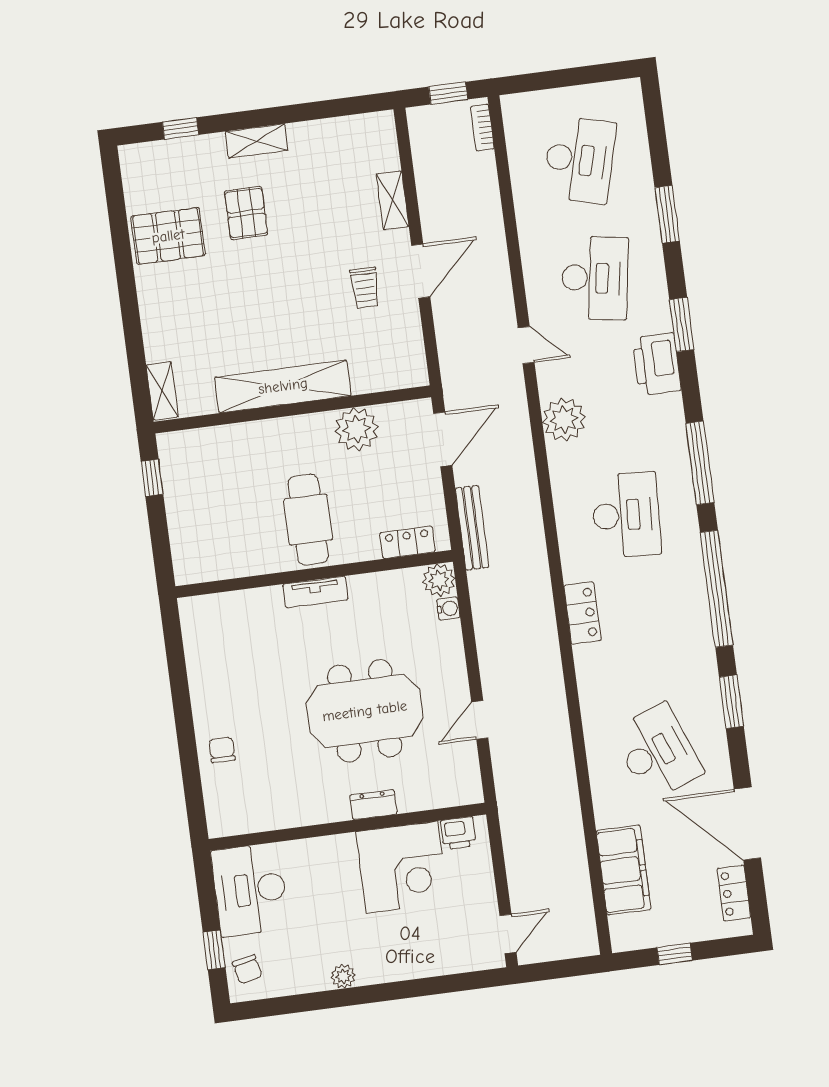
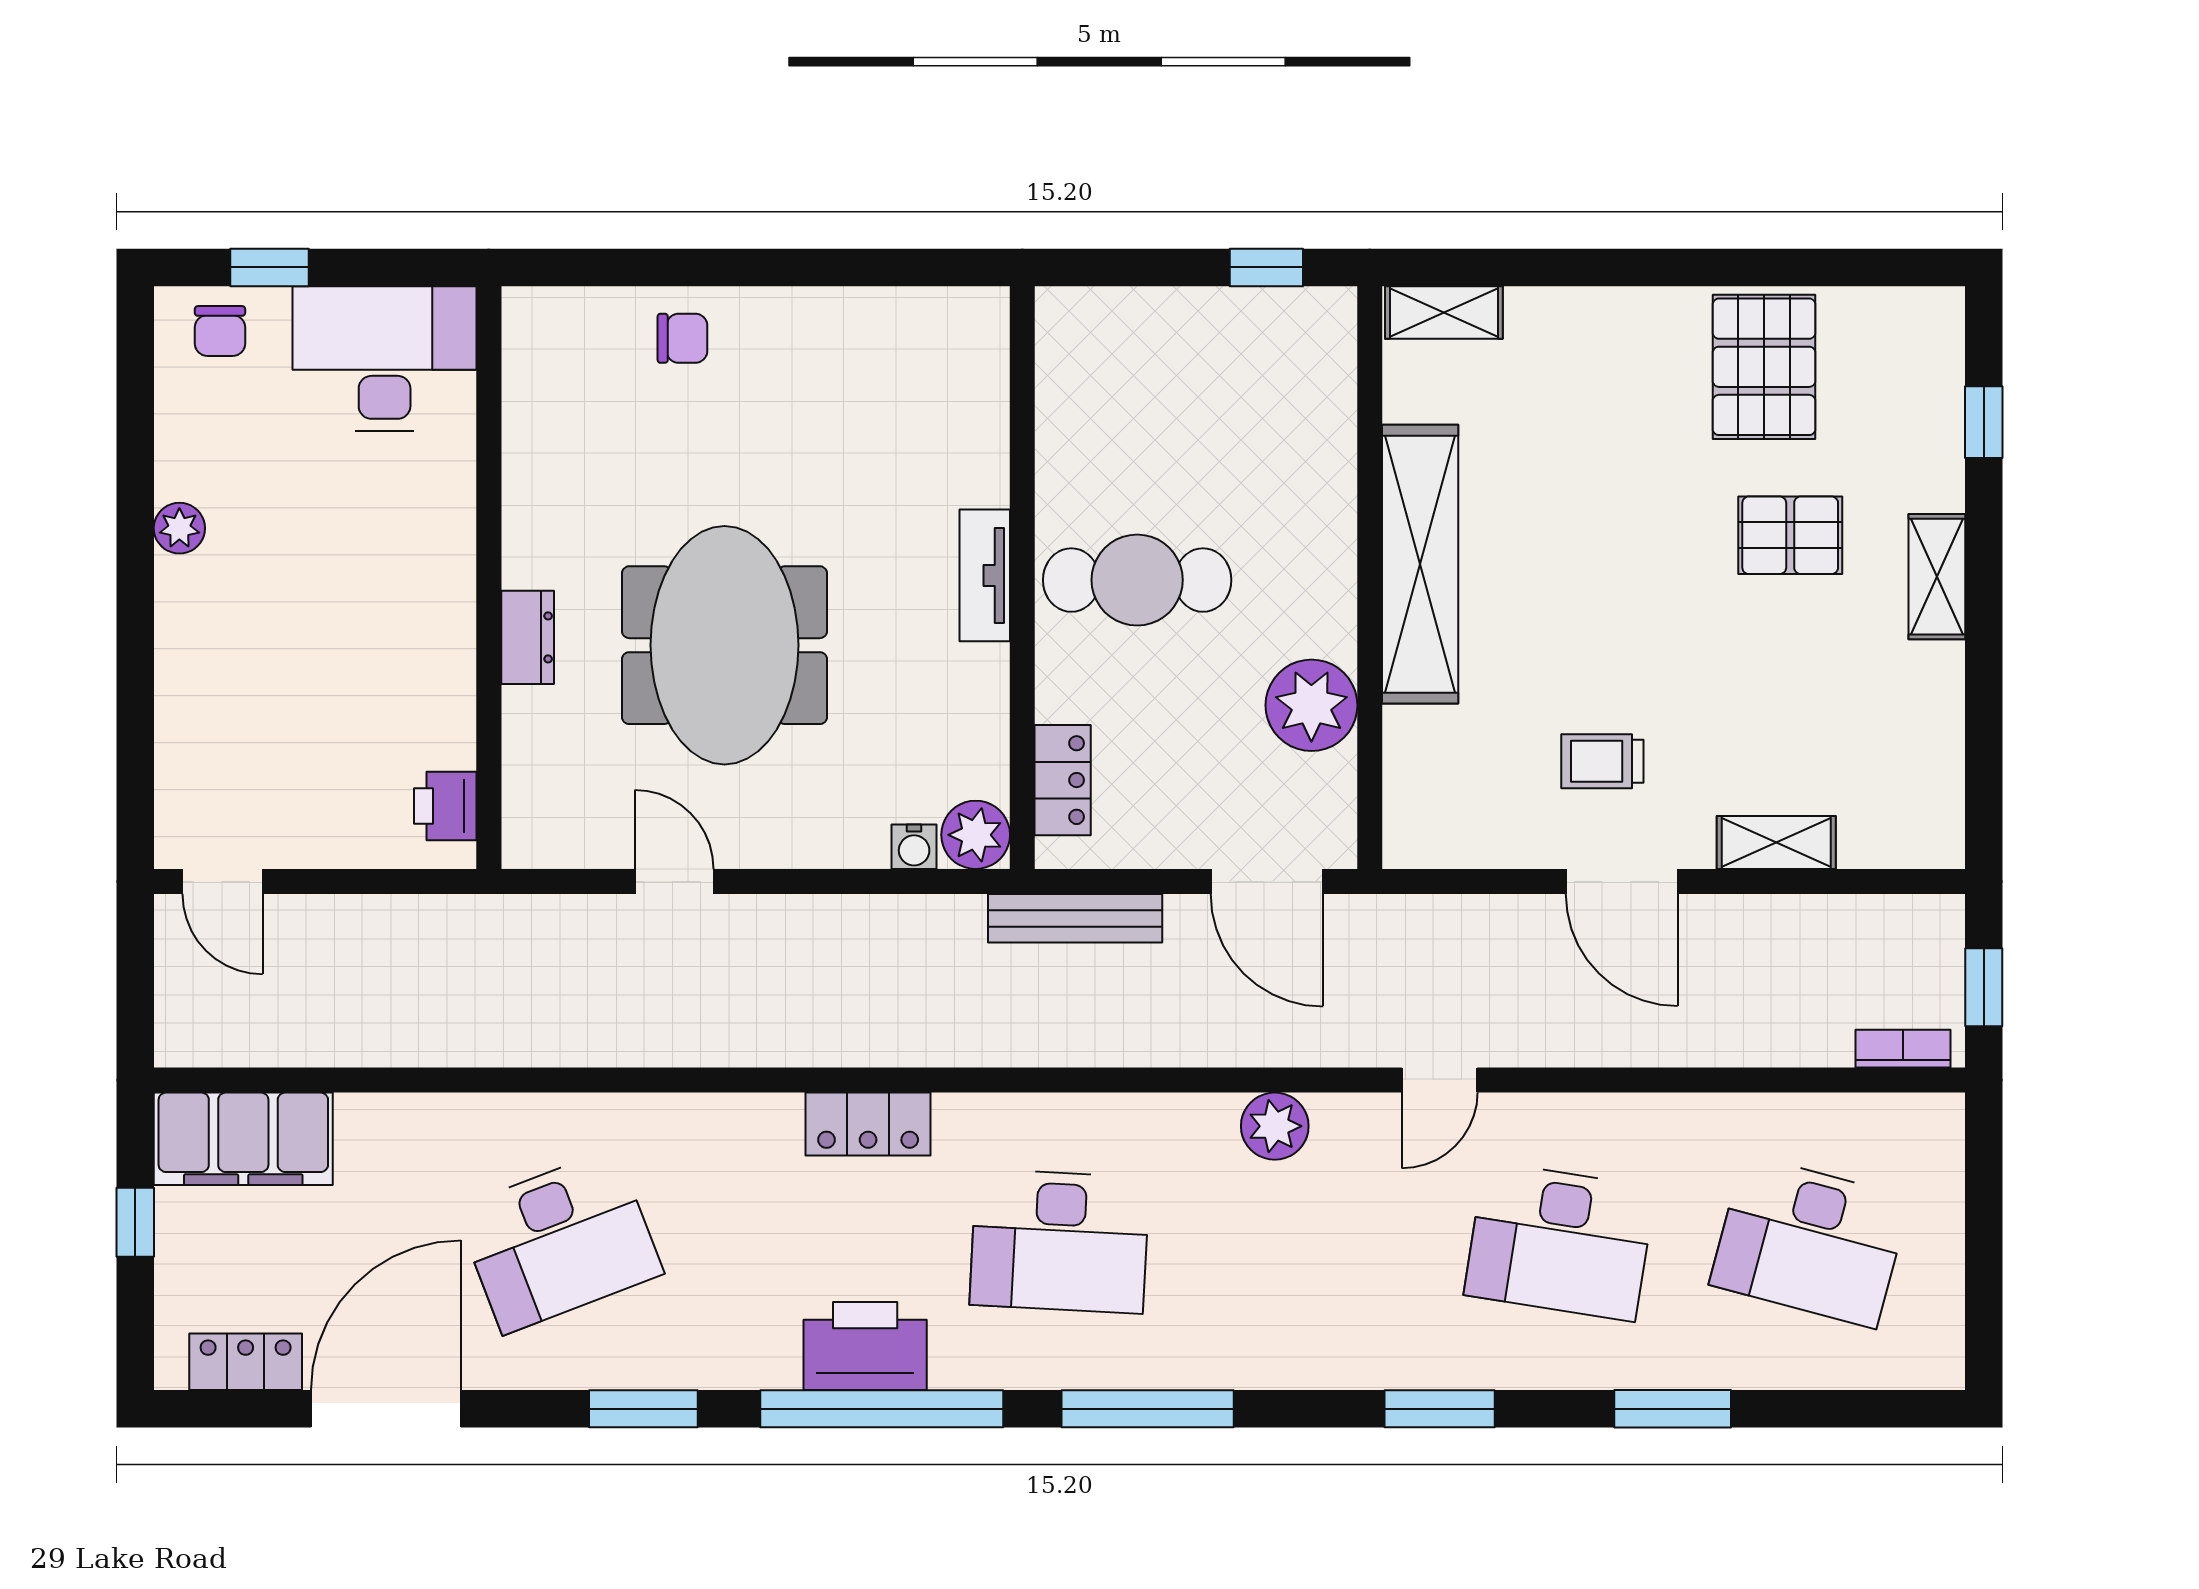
printer: (657, 364) -> (865, 1346), moved
plant: (564, 419) -> (1275, 1126), width x0.73, depth x0.73
corner desk: (402, 867) -> (390, 680), removed
filing cabinet: (623, 870) -> (243, 1139), moved
chair: (247, 969) -> (220, 331), turned -77

